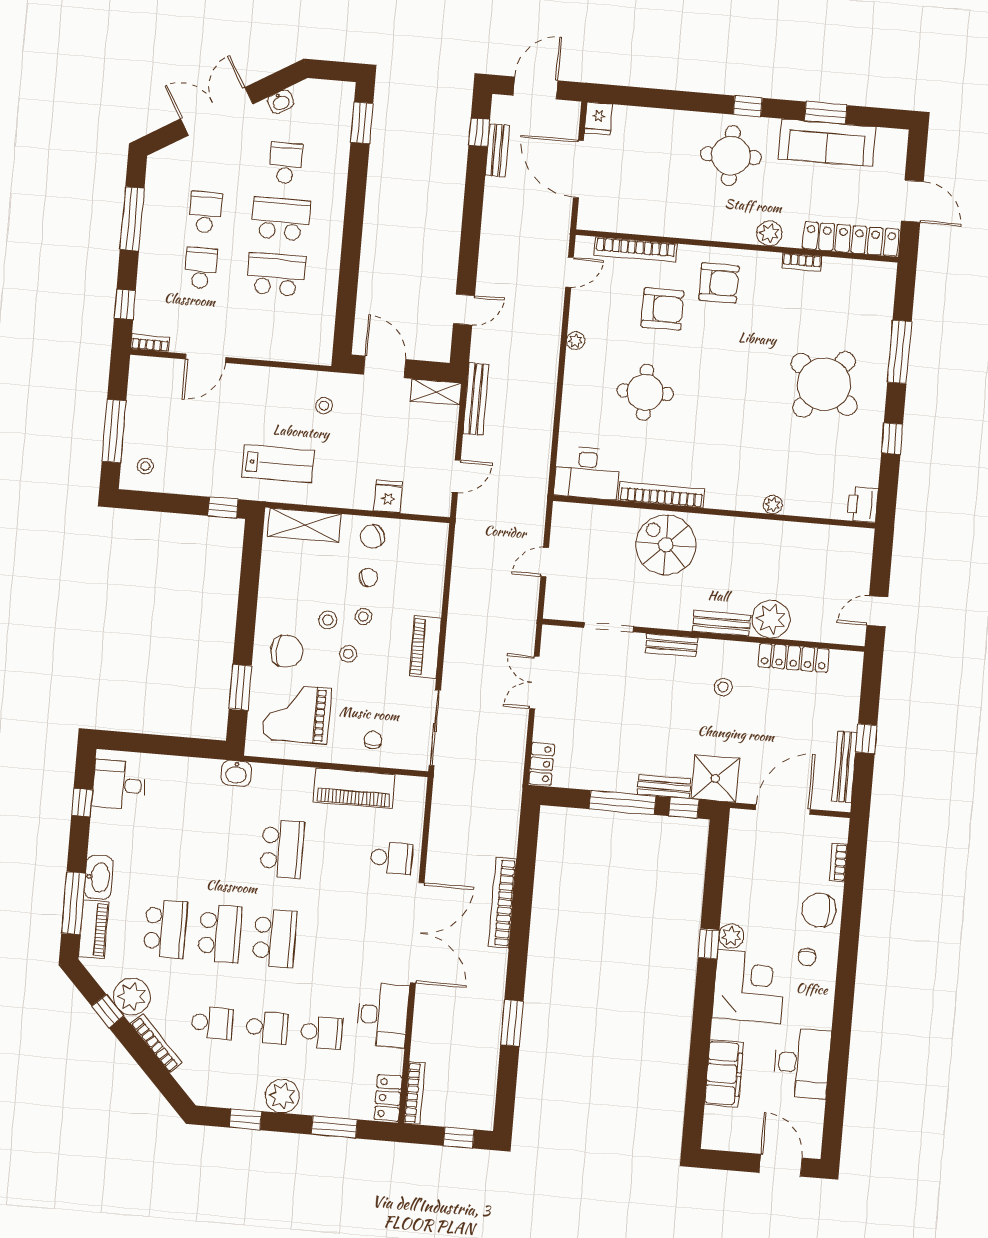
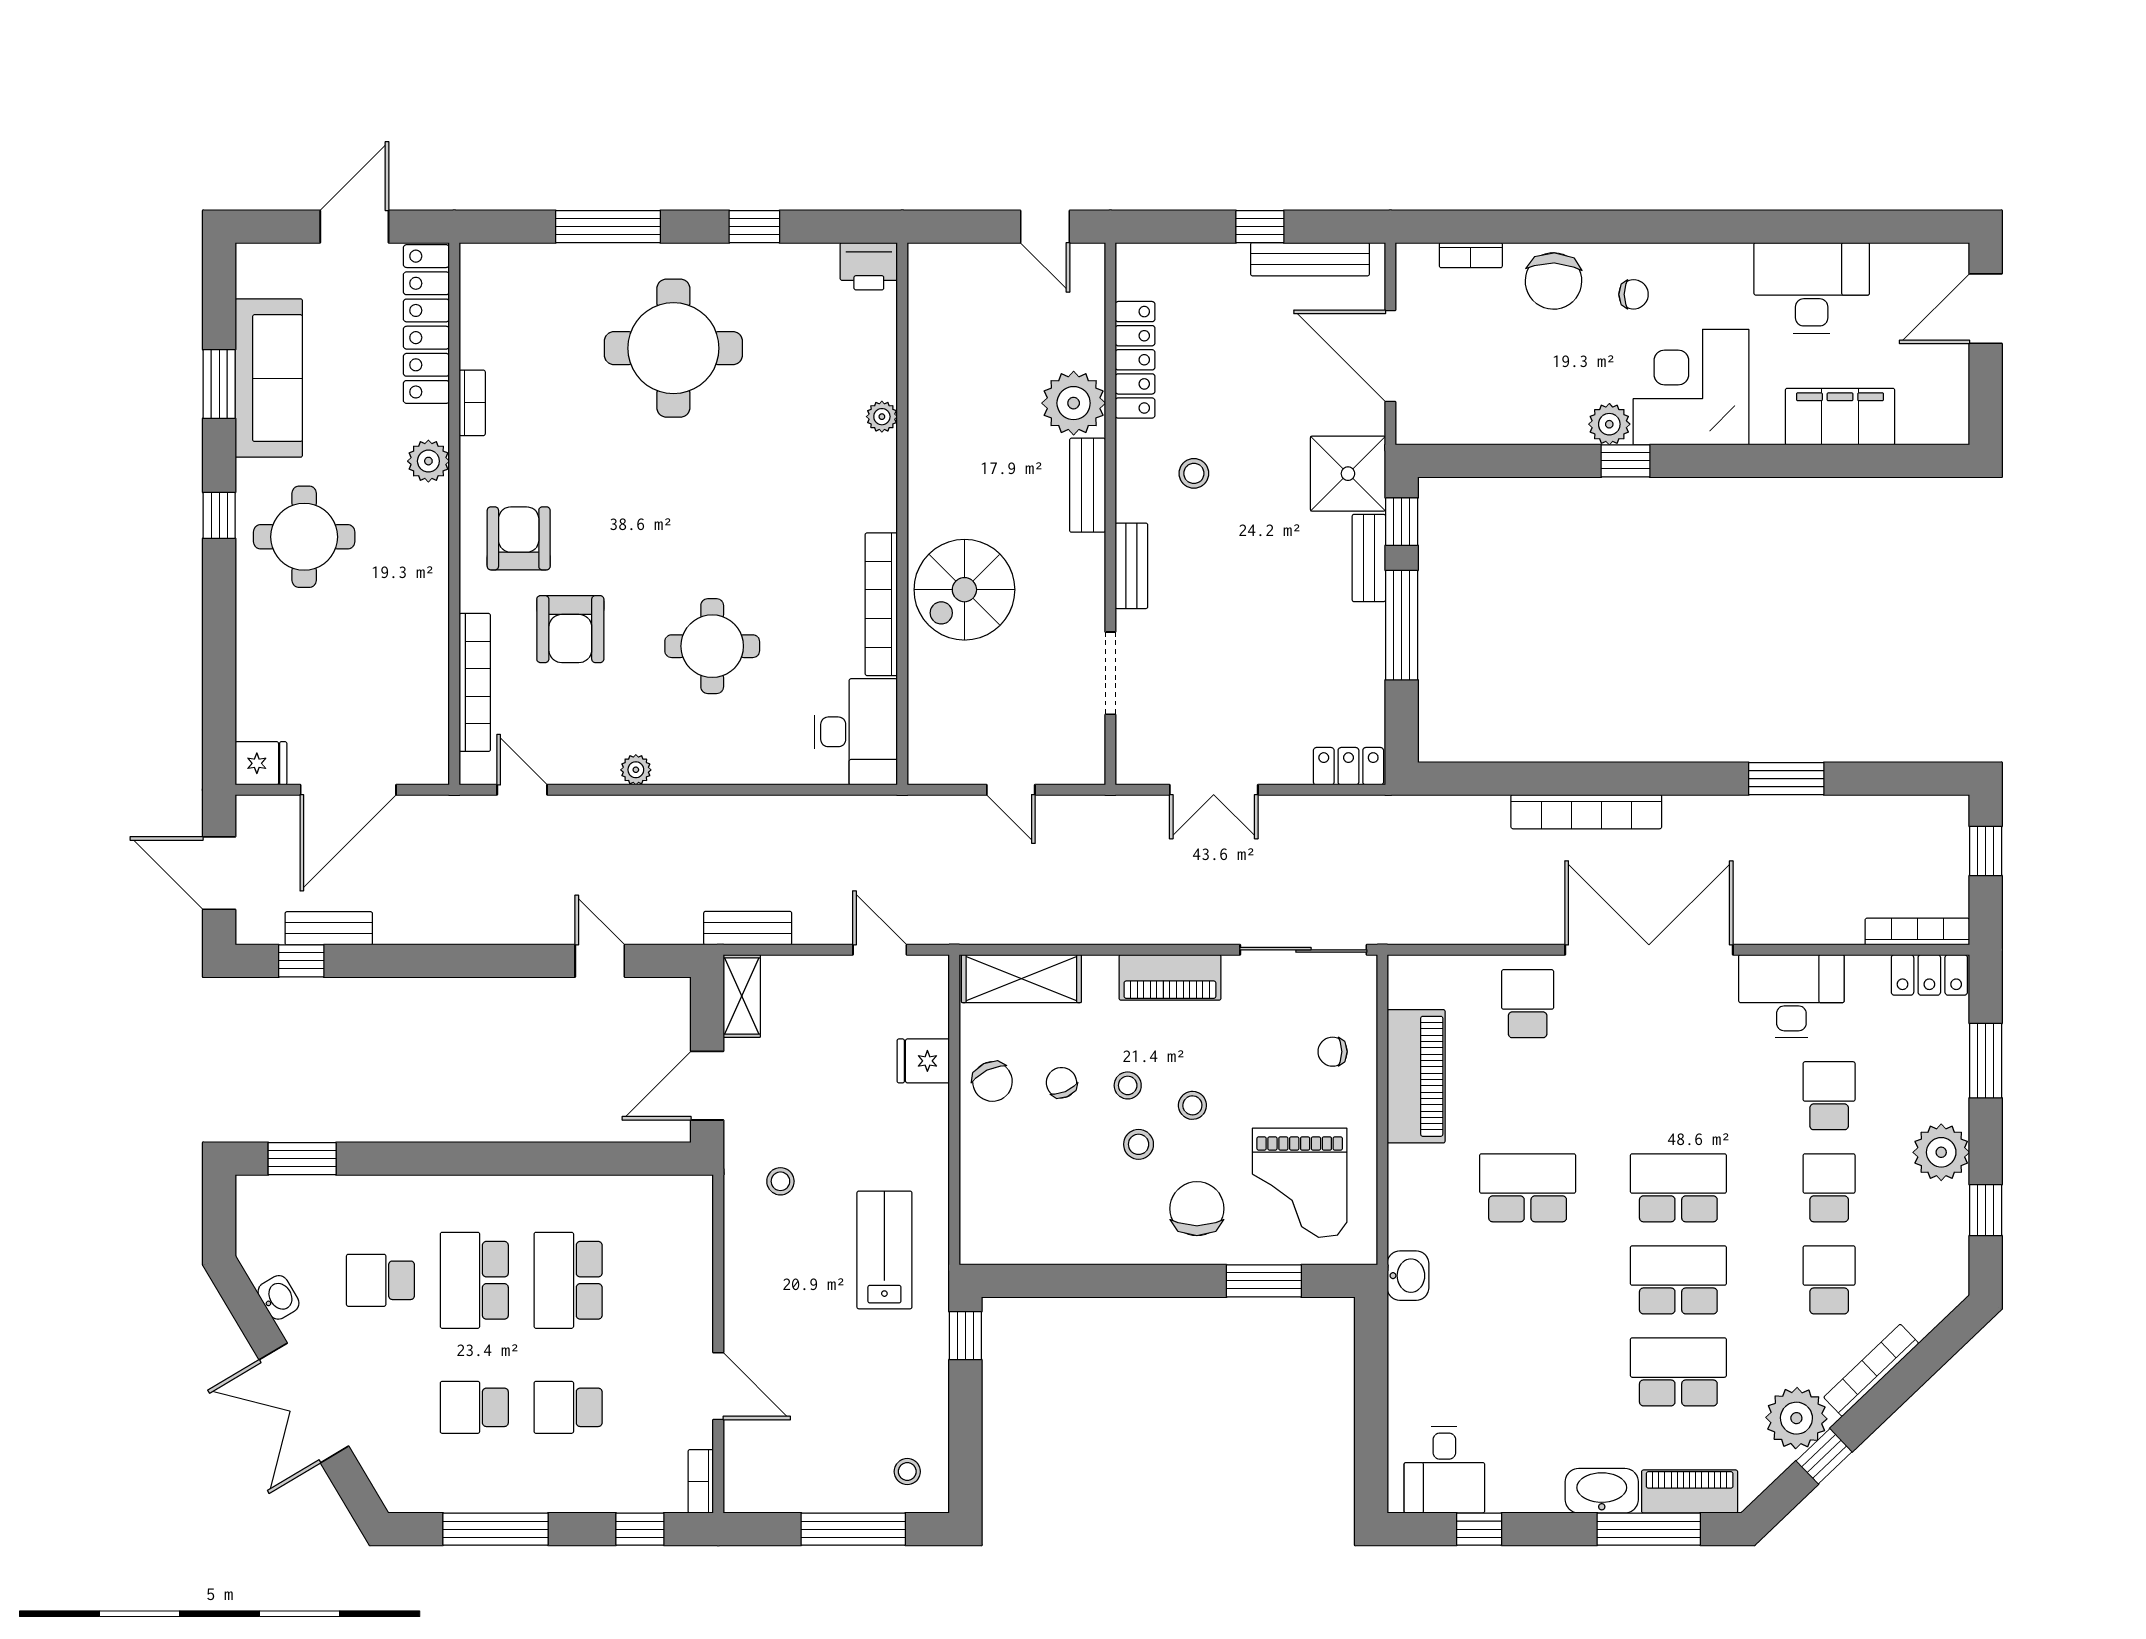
armchair: (662, 309) -> (570, 629), turned 180
round table: (824, 384) -> (673, 348), turned -38
bench: (476, 399) -> (748, 928), width x0.73
shelving: (304, 525) -> (1021, 979), moved, turned 90

